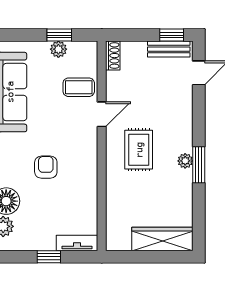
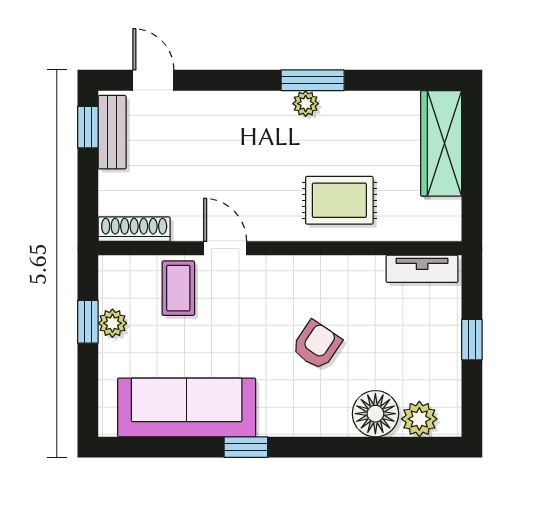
shoe rack: (113, 56) -> (134, 229), width x1.43
rug: (139, 150) -> (339, 200), moved
armchair: (46, 167) -> (317, 345), turned 124
tv unit: (77, 243) -> (422, 269), moved, turned -90

